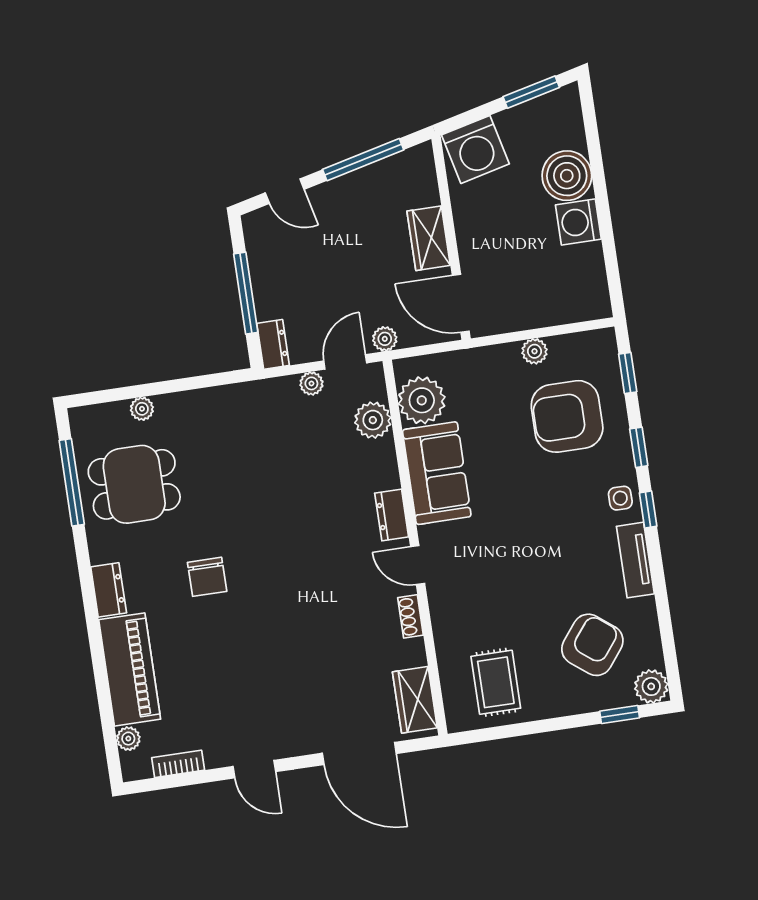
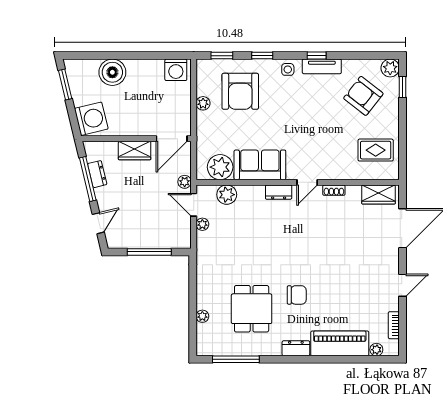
washing machine: (578, 222) -> (176, 70), moved
dresser: (273, 344) -> (97, 174), moved, turned 77
dining table: (134, 484) -> (252, 309), moved
window: (648, 509) -> (317, 56), moved

